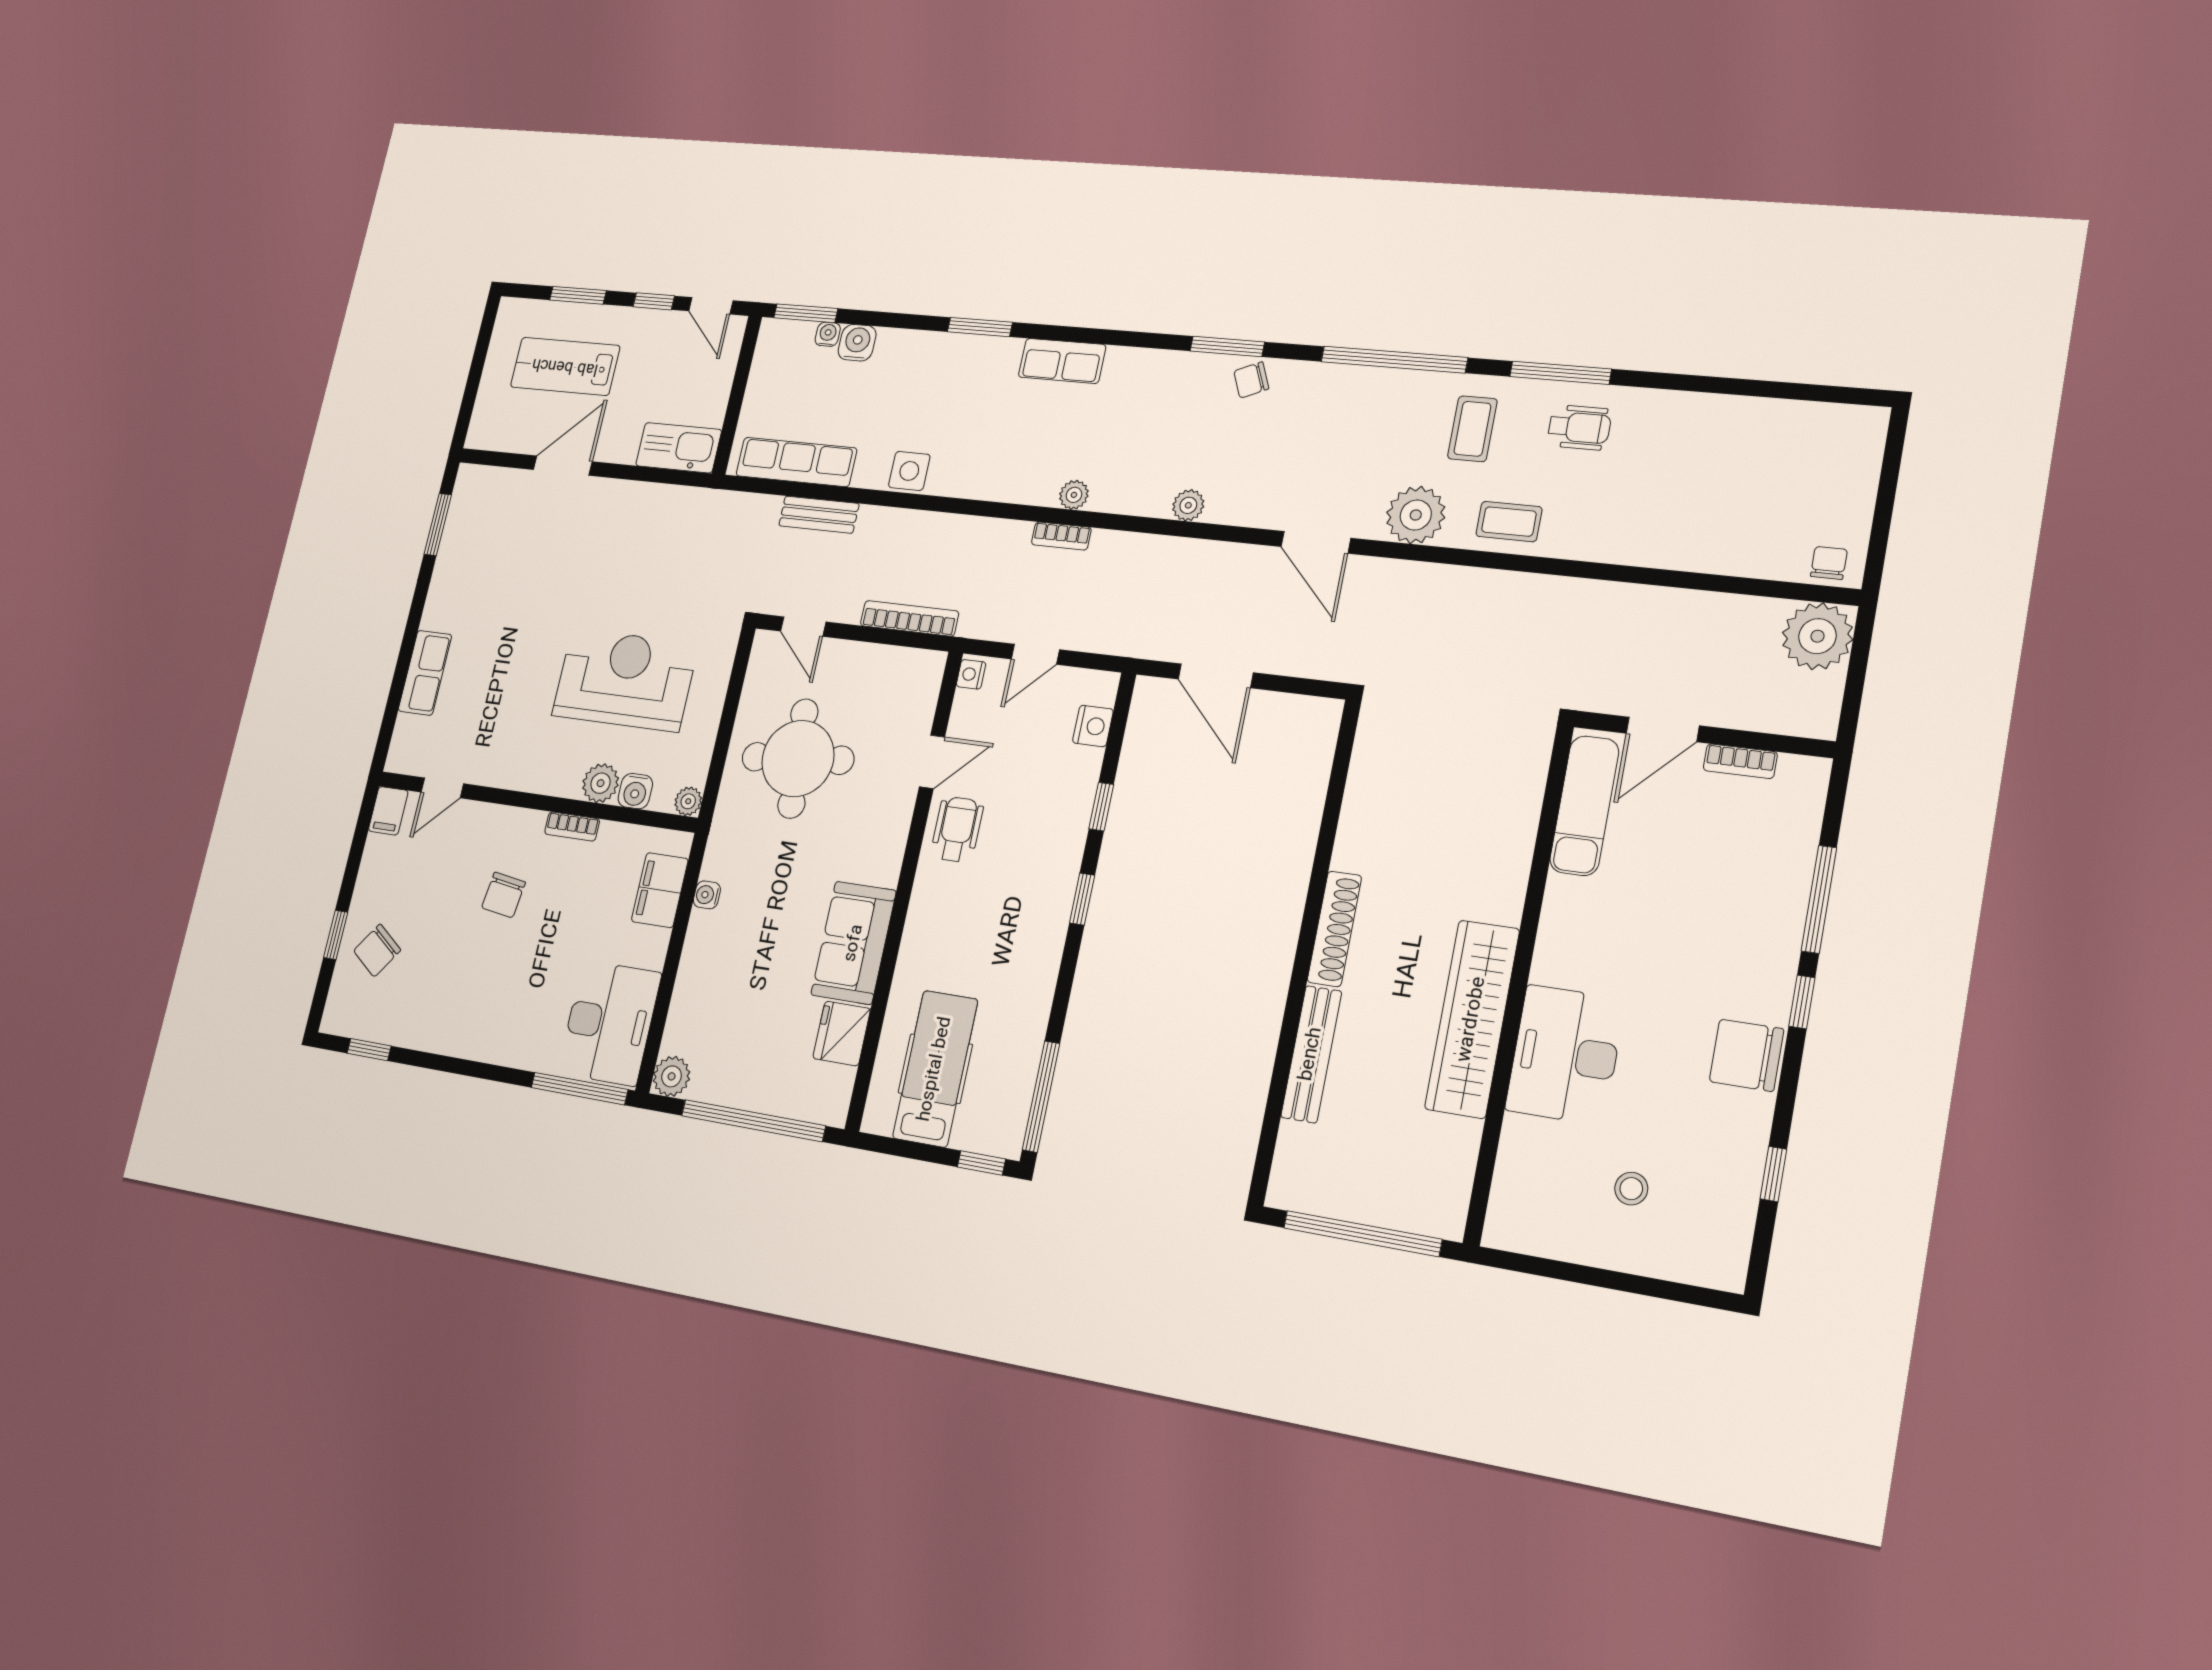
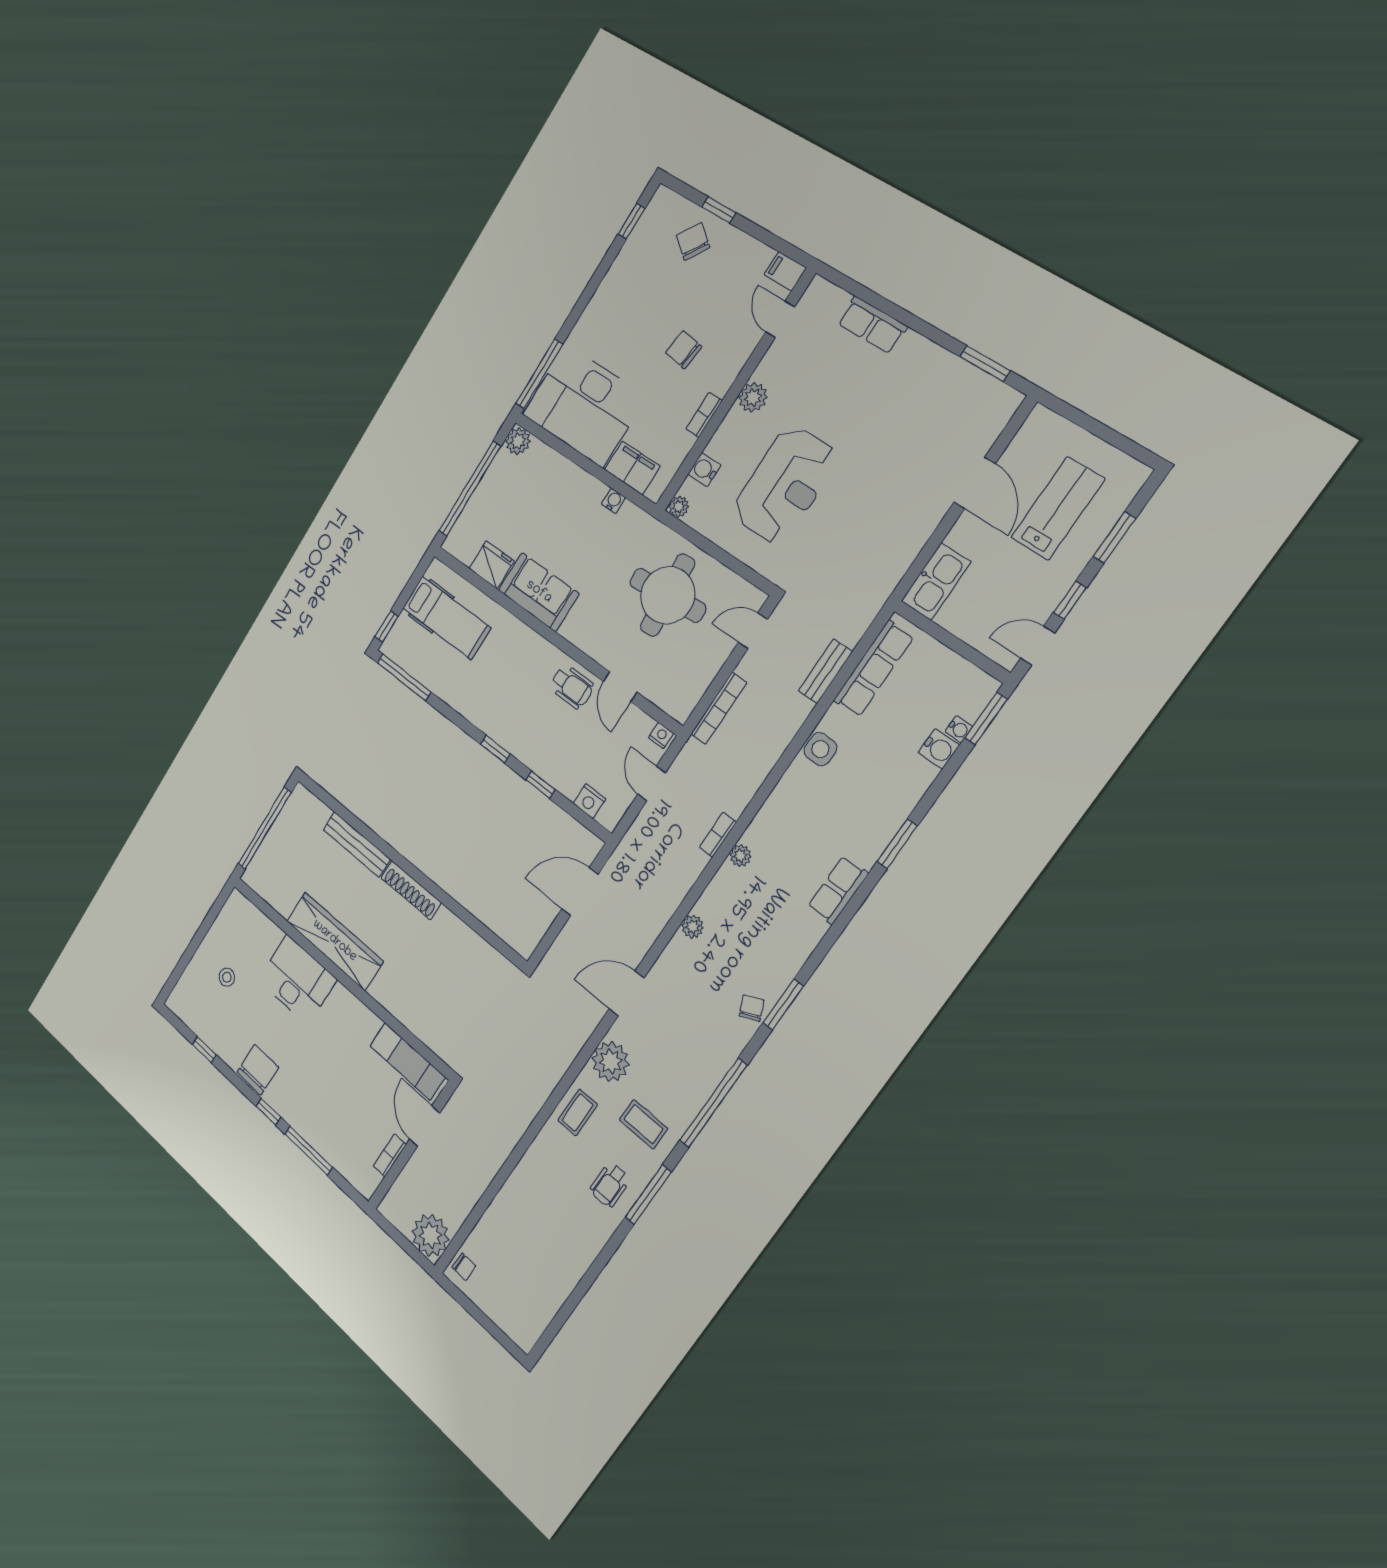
plant: (601, 783) -> (753, 397), moved
desk: (609, 1023) -> (584, 406), width x1.36, depth x1.30

